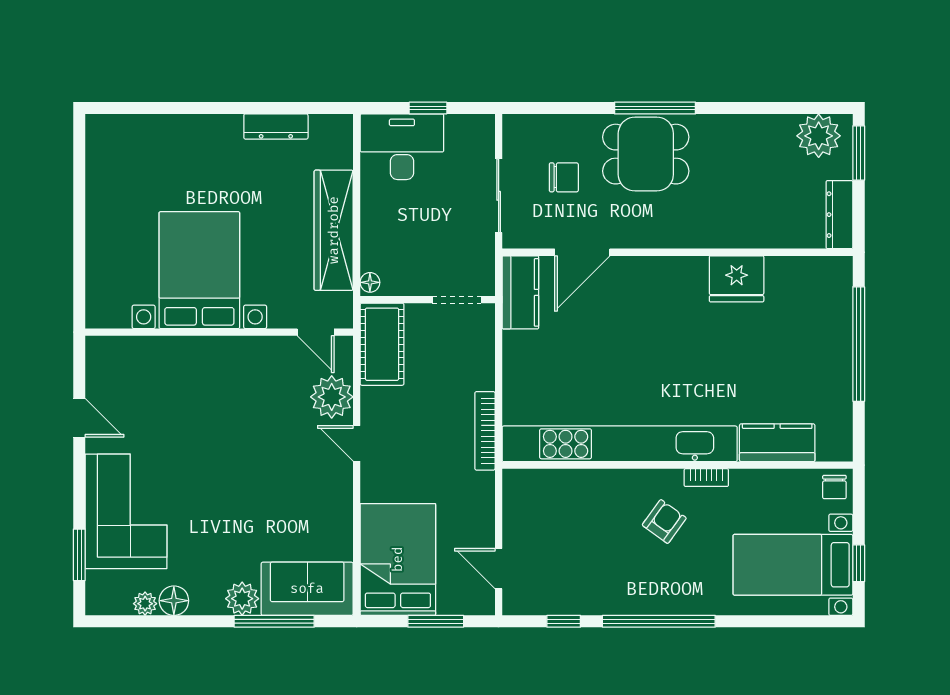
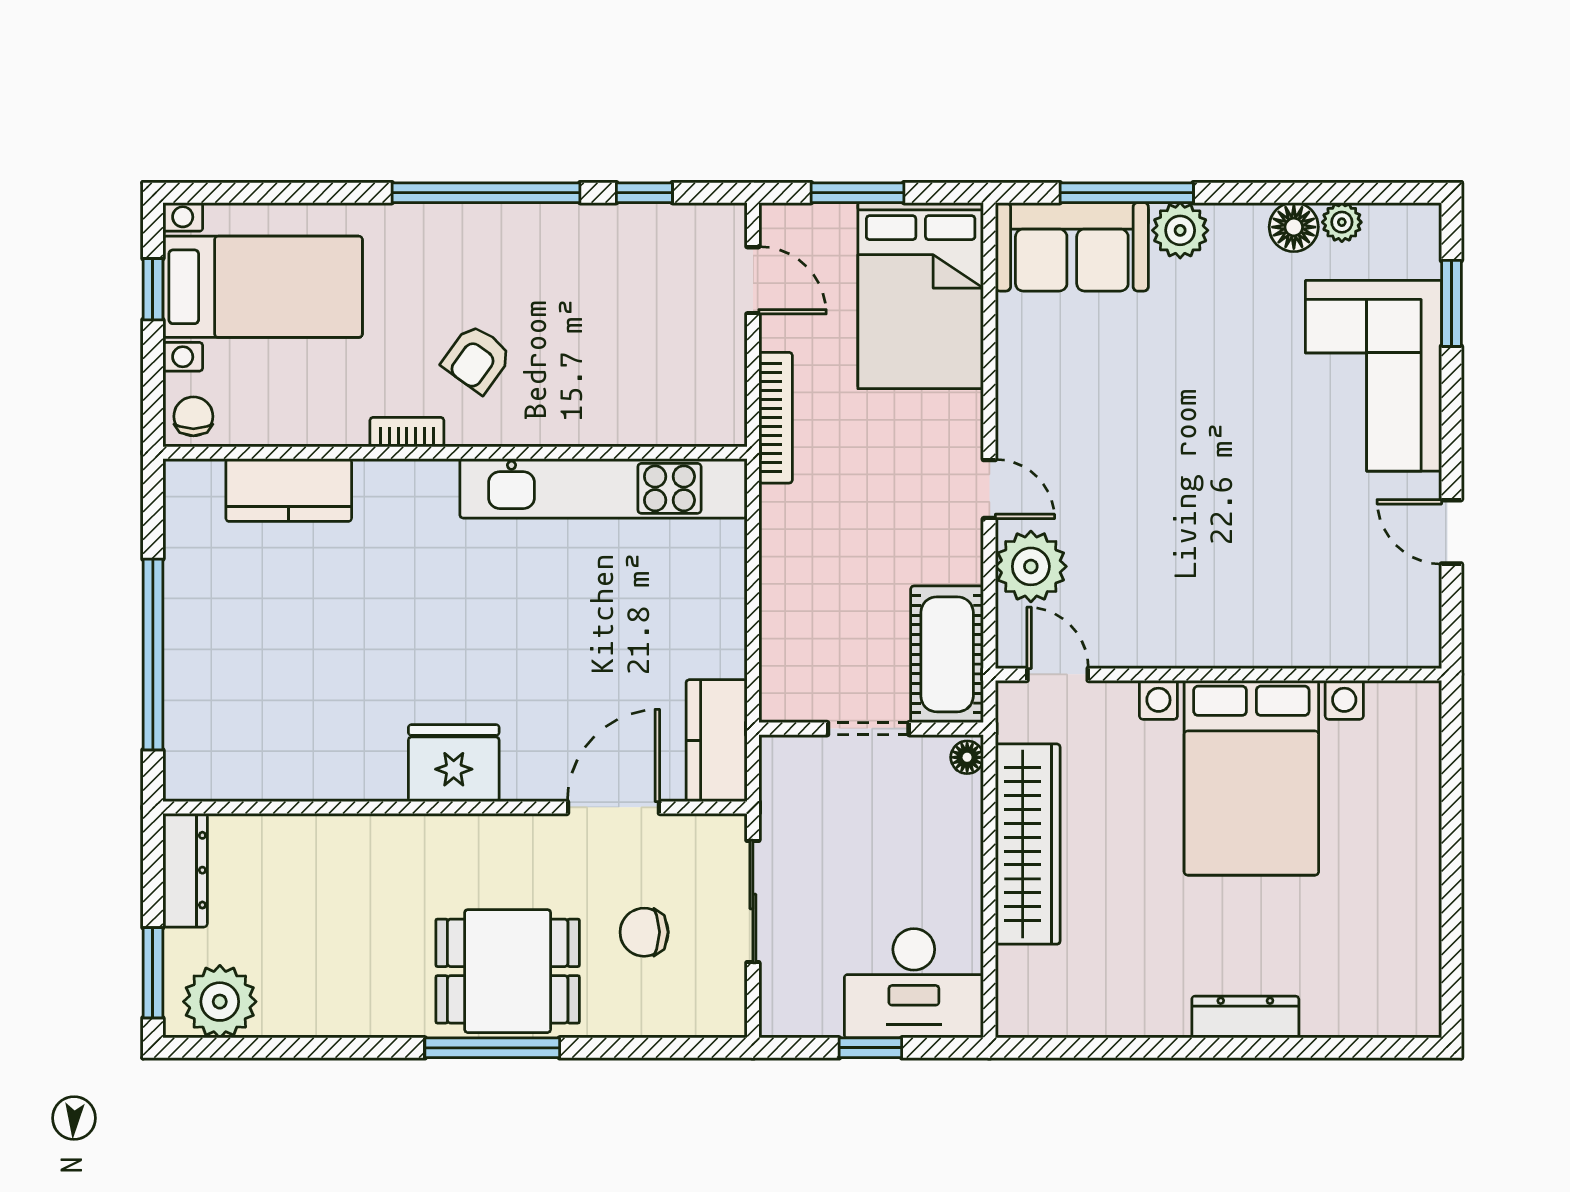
dresser: (276, 126) -> (1245, 1017), moved
fridge: (737, 279) -> (454, 763), moved
doorway: (457, 300) -> (868, 729), moved
bookcase: (485, 431) -> (776, 418), moved
kitchen unit: (620, 444) -> (603, 488), width x0.73

